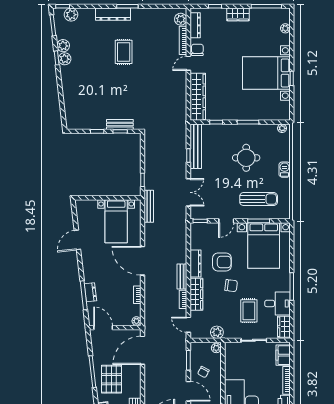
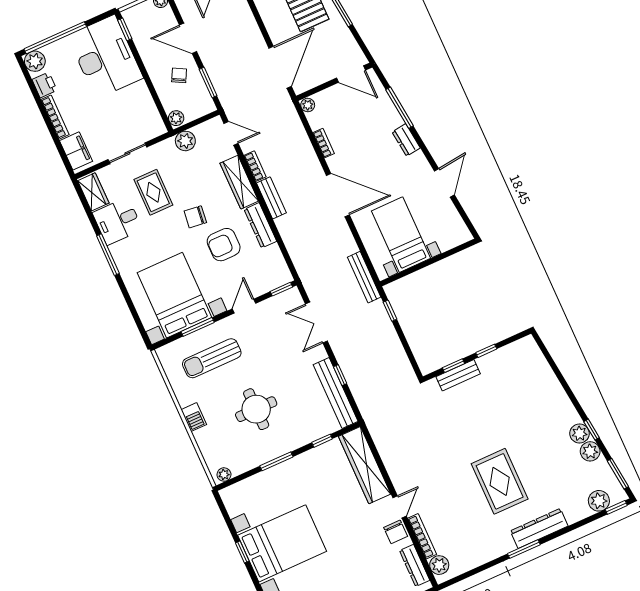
rug: (124, 52) -> (500, 481), width x1.36, depth x1.43
dresser: (90, 292) -> (406, 140), moved

